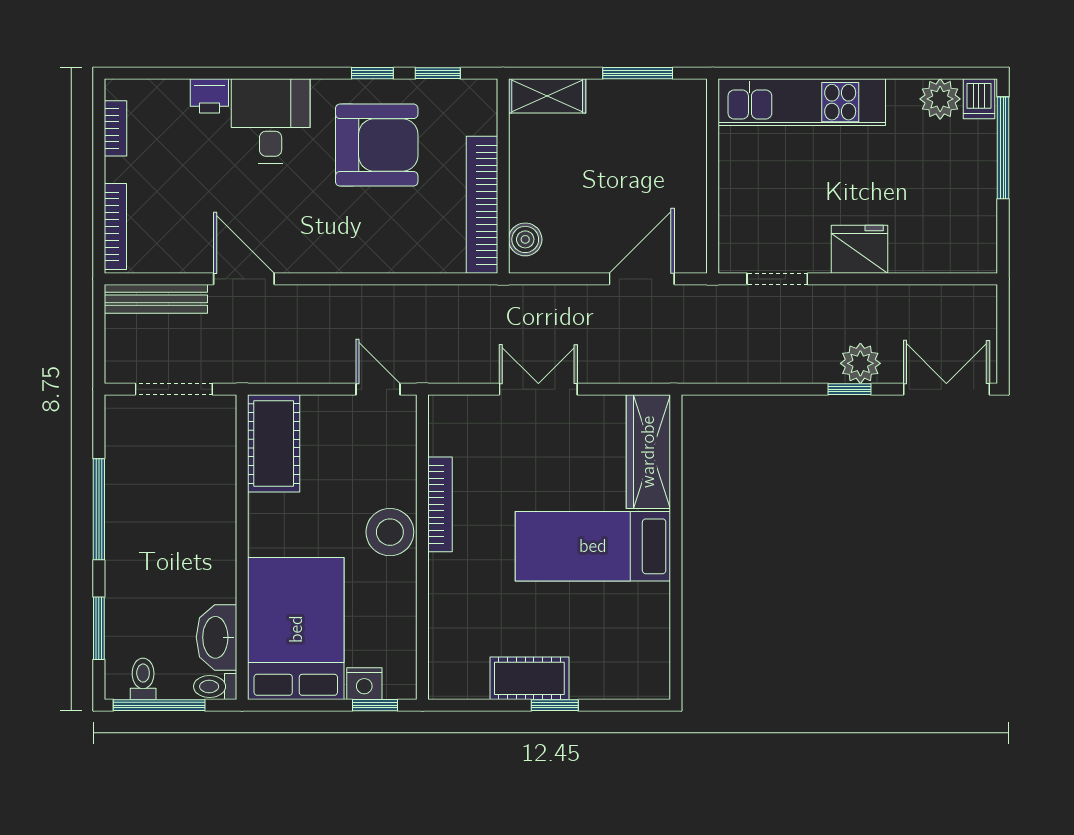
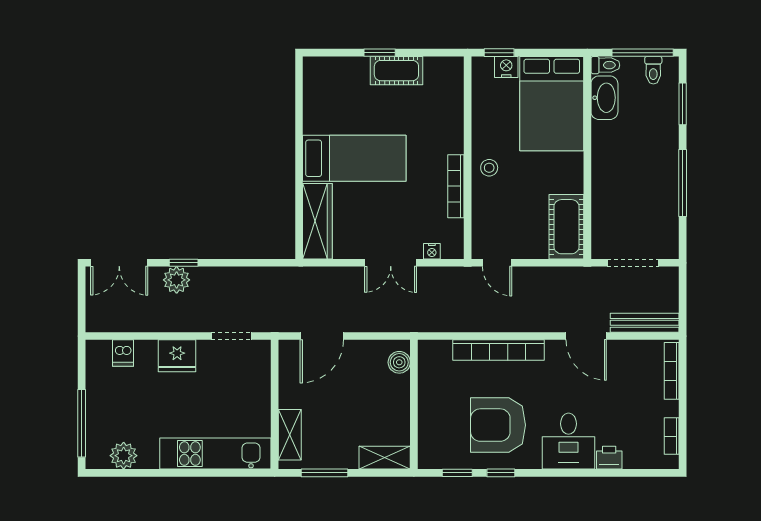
dishwasher: (979, 99) -> (123, 353), moved, turned 180
shelving: (690, 130) -> (290, 435), added
bookcase: (482, 205) -> (498, 350), moved, turned 90
nightstand: (476, 406) -> (432, 251), added
stool: (390, 532) -> (489, 168), width x0.53, depth x0.53

